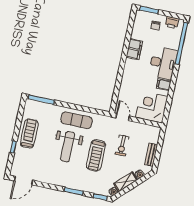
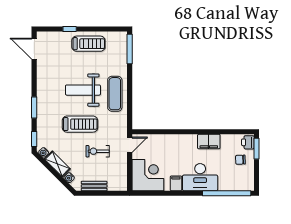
printer: (172, 22) -> (248, 142), moved
treadmill: (96, 155) -> (80, 124), turned 180

